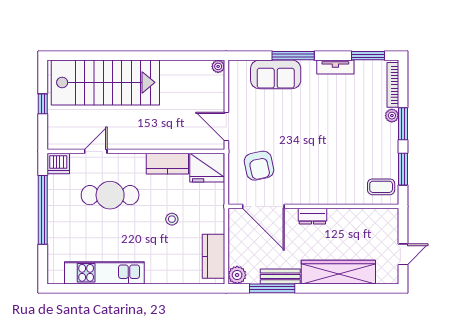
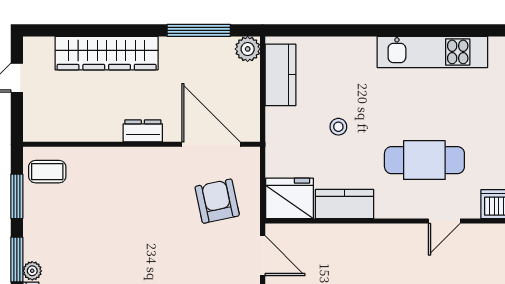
bench: (280, 276) -> (188, 47), removed

